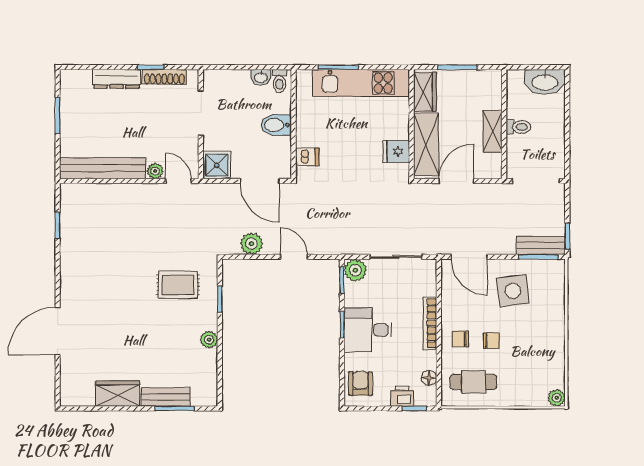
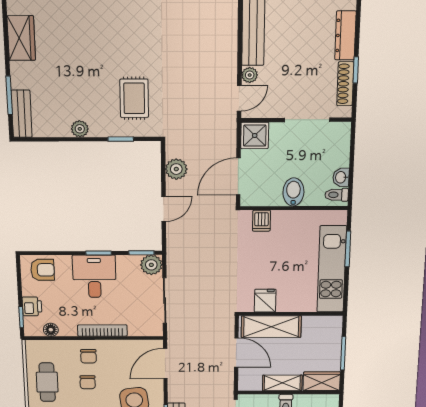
wardrobe: (425, 92) -> (322, 381), moved, turned 180
chair: (460, 339) -> (88, 356), turned 180
cafe table: (473, 382) -> (47, 382), moved
bench: (166, 397) -> (22, 114), moved

